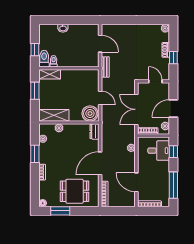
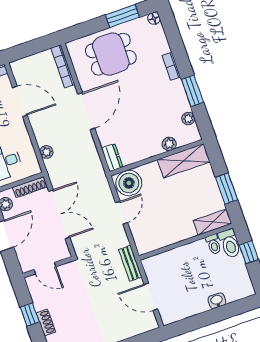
door: (100, 98) -> (122, 213), swing flipped

